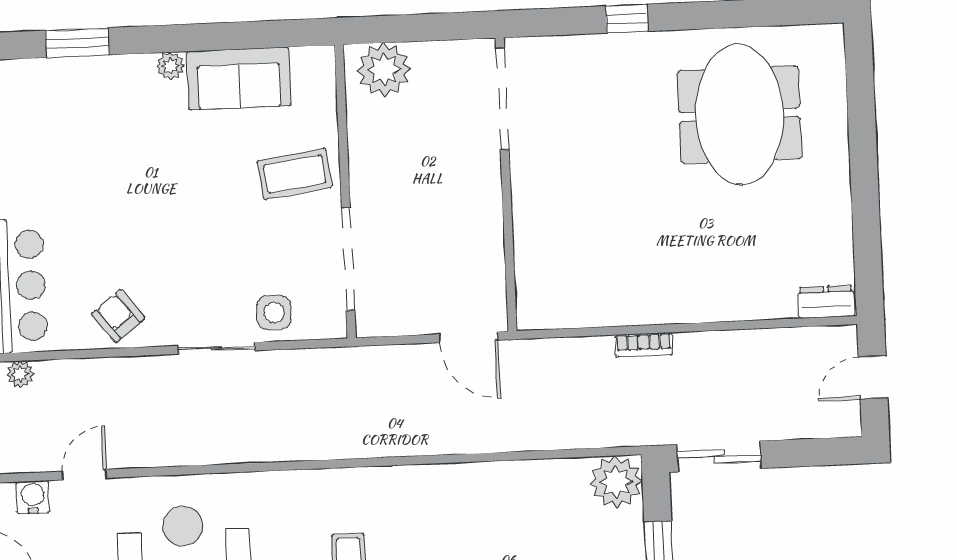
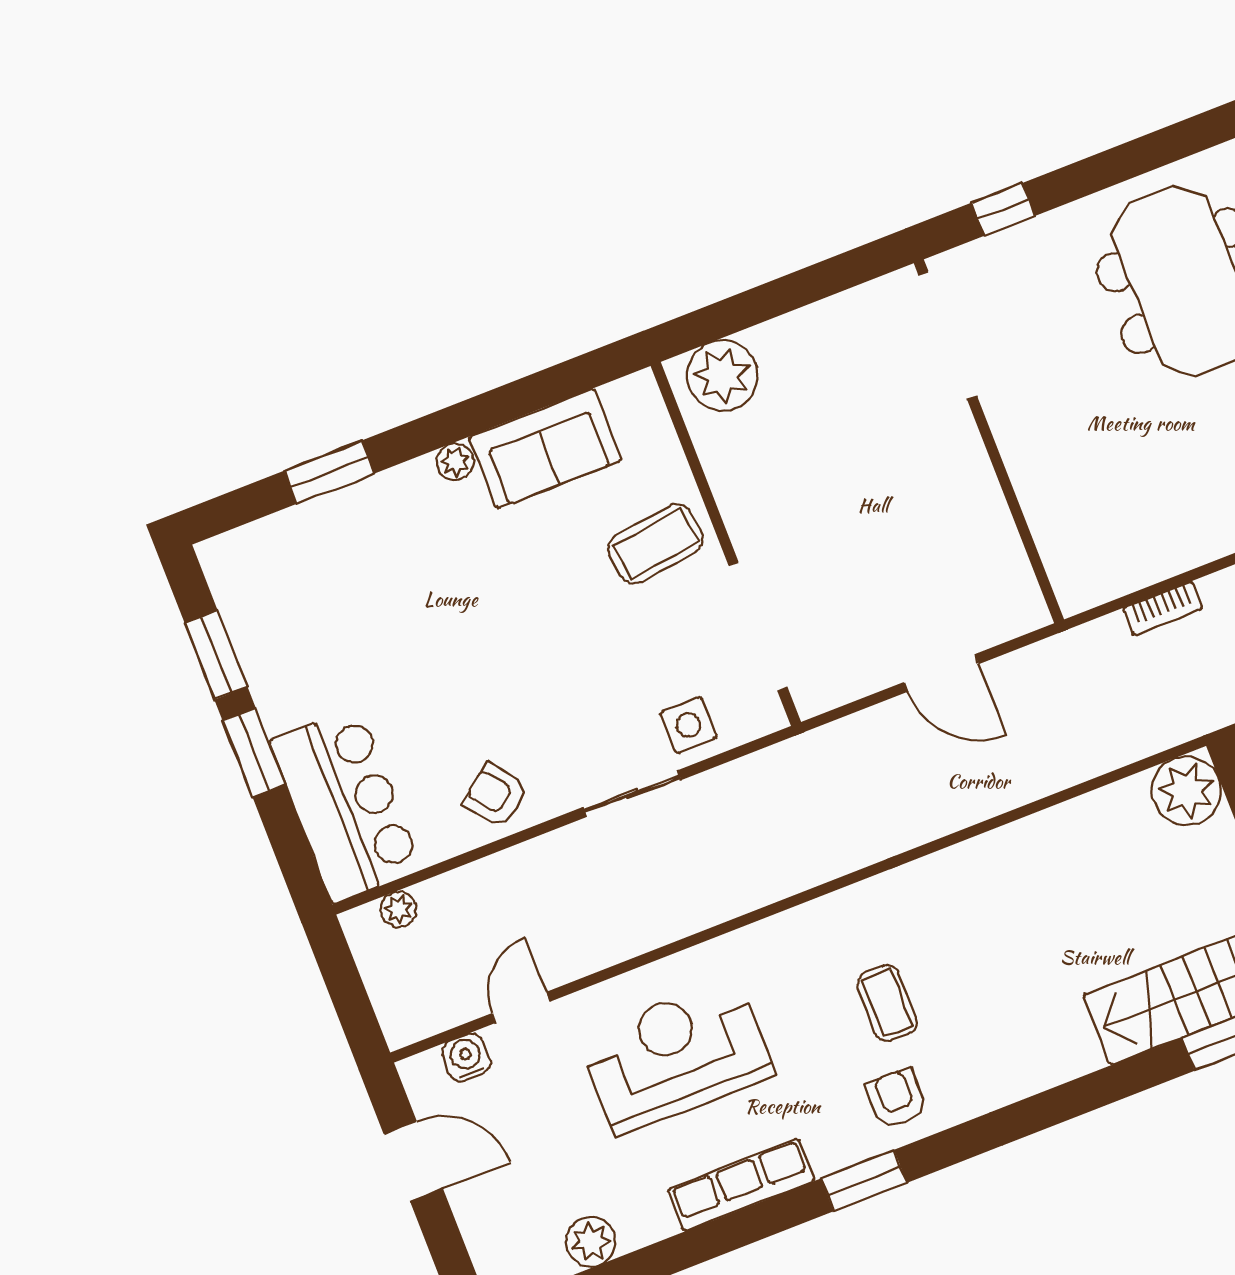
doorway: (502, 98) -> (948, 336), moved
wall: (506, 184) -> (989, 441), moved

